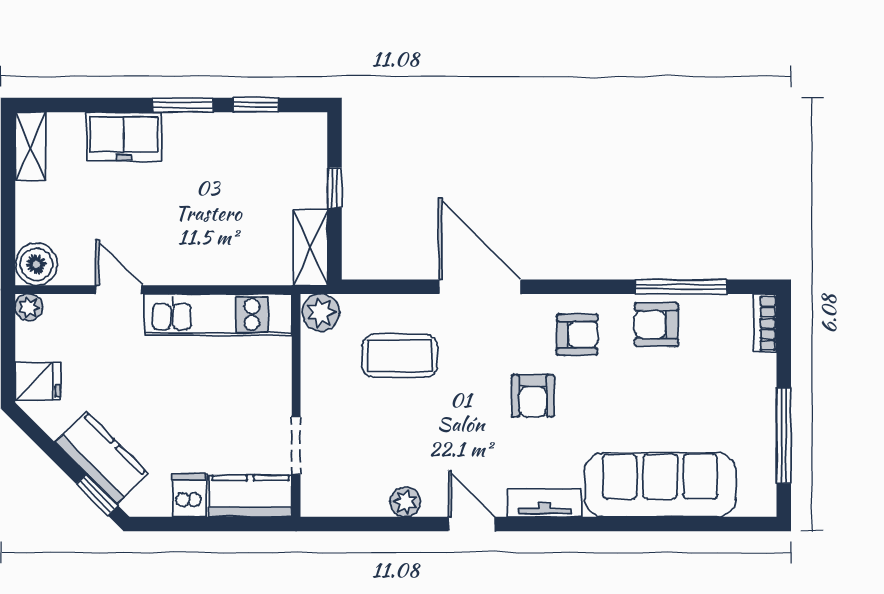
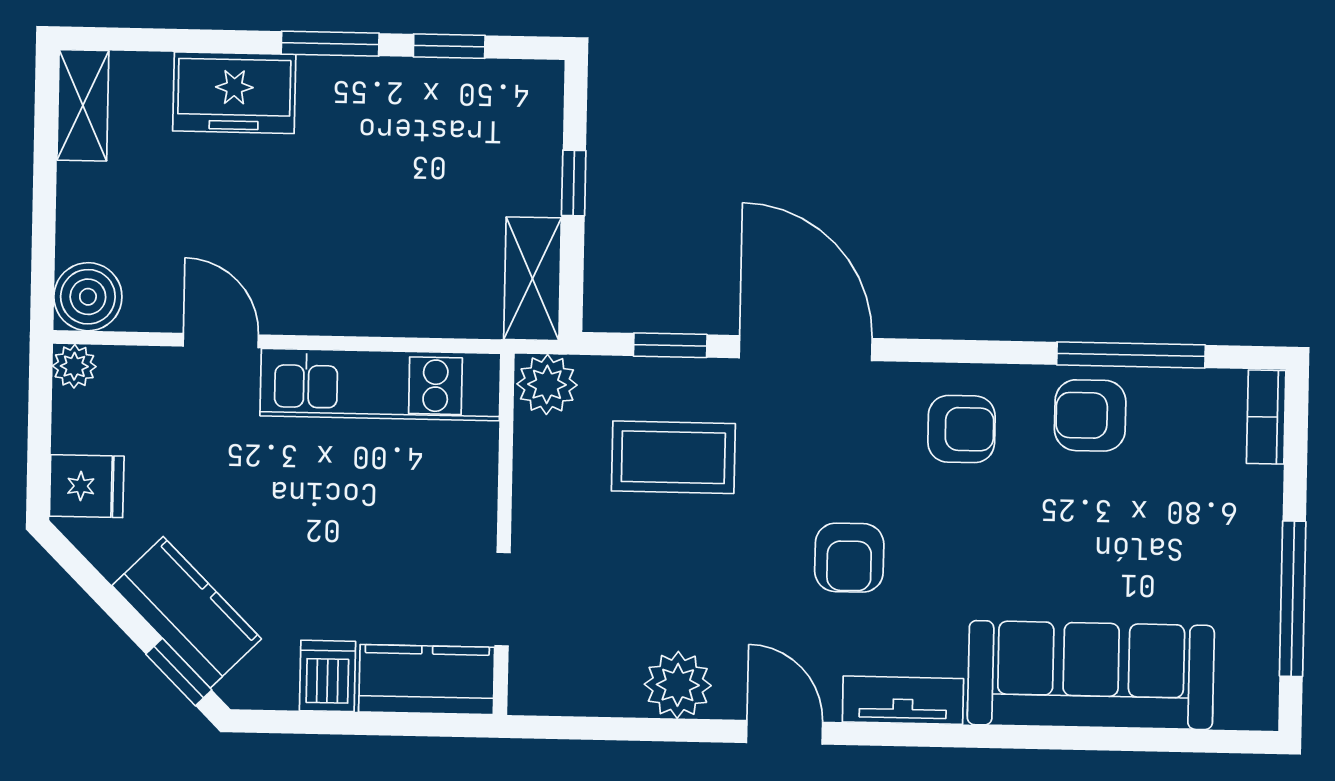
window: (396, 287) -> (670, 345), added
armchair: (533, 396) -> (849, 558), moved
plant: (405, 502) -> (678, 685), width x1.38, depth x1.38

